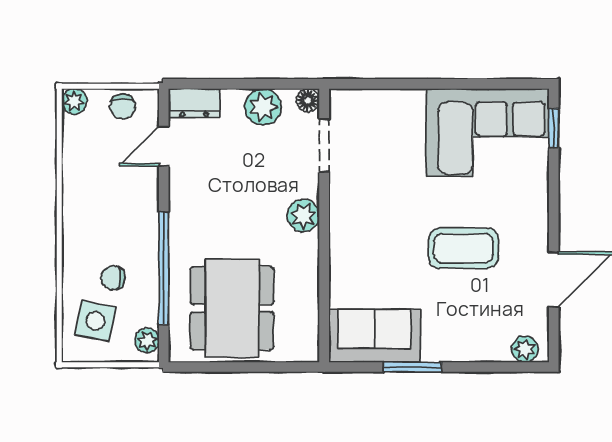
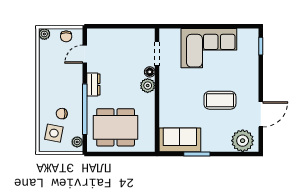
floor lamp: (308, 100) -> (150, 72), moved
dresser: (194, 103) -> (93, 84), moved, turned -90
plant: (263, 107) -> (130, 36), removed
corner sofa: (487, 133) -> (209, 48), moved
dining table: (232, 308) -> (116, 127), turned 90
plant: (525, 349) -> (243, 141), width x1.88, depth x1.88

